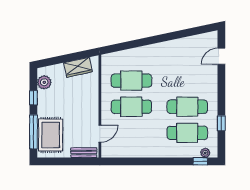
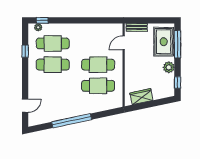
window: (164, 38) -> (72, 121), added
plant: (44, 82) -> (169, 67), moved
window: (33, 98) -> (178, 82), moved

